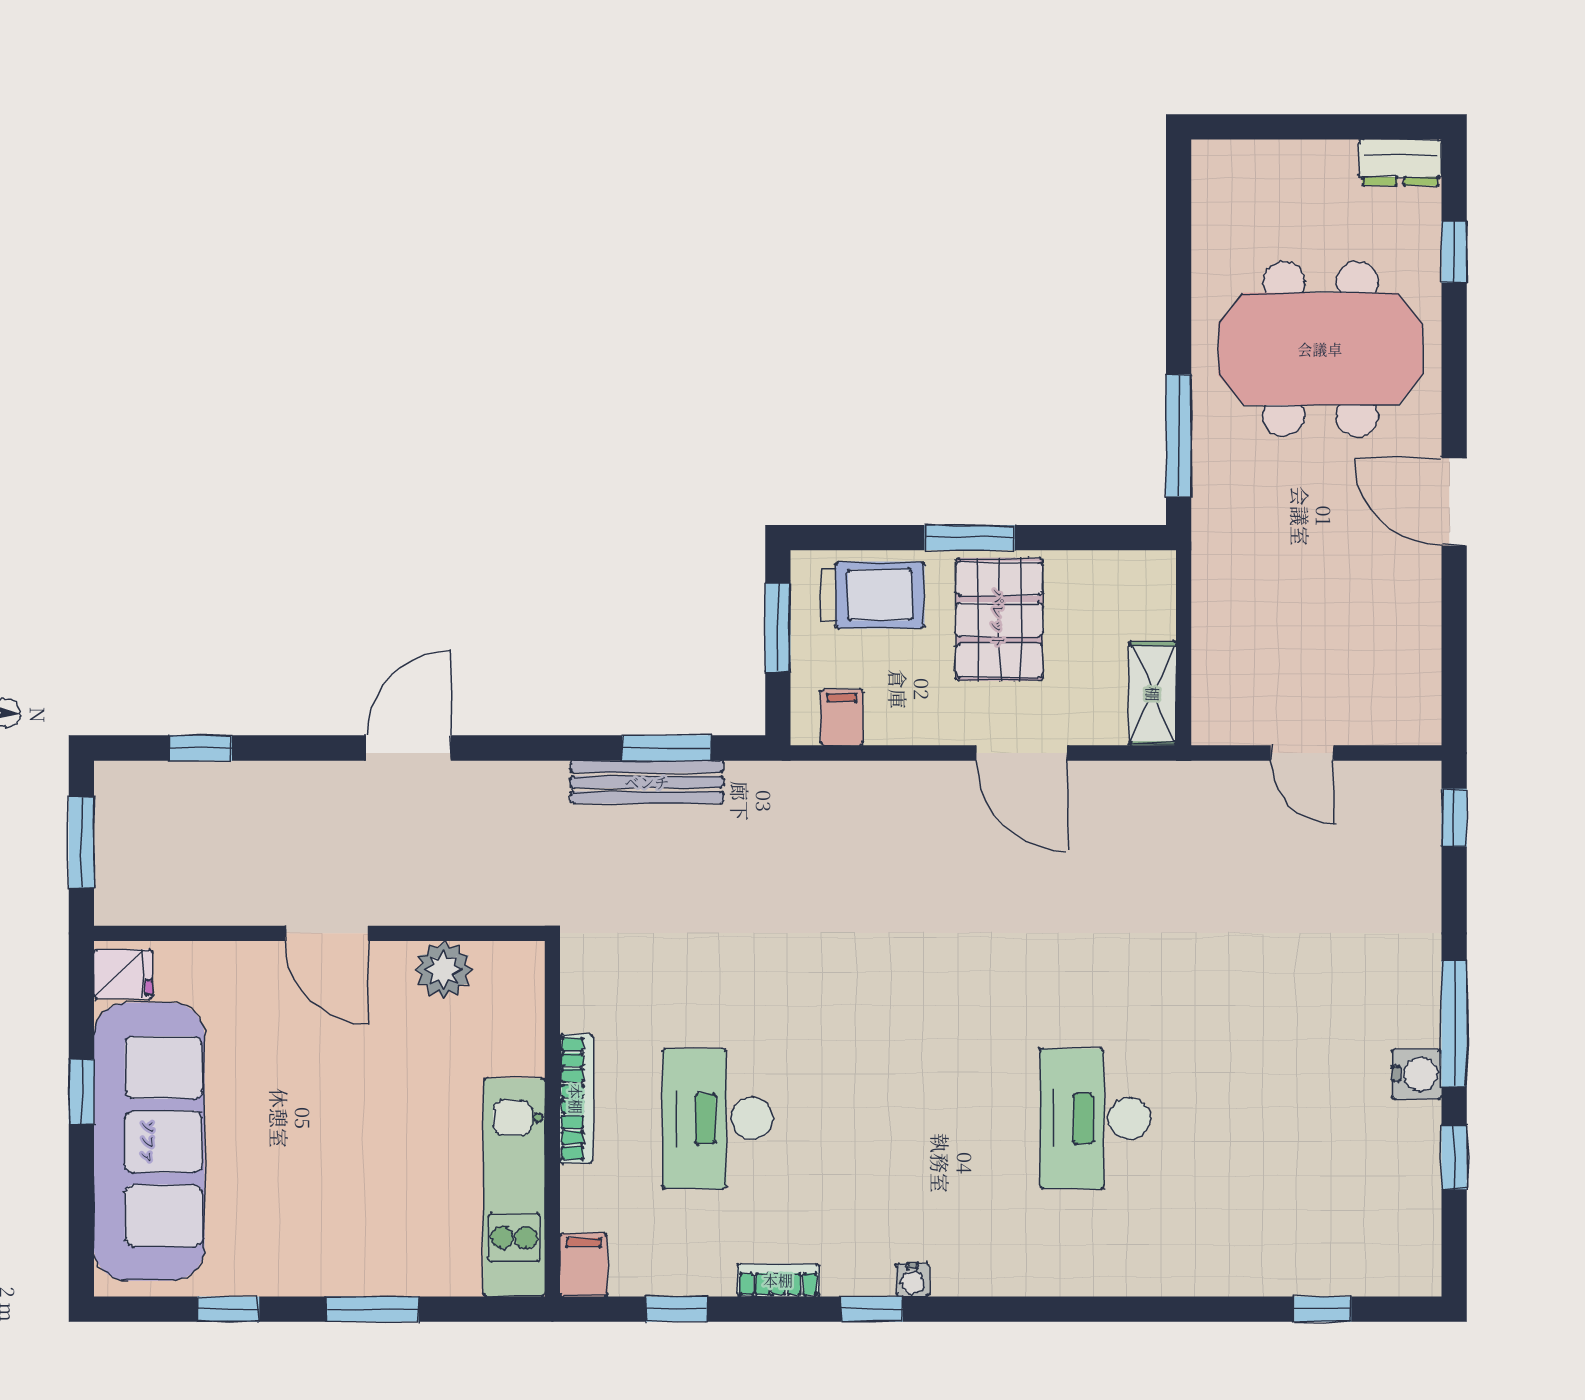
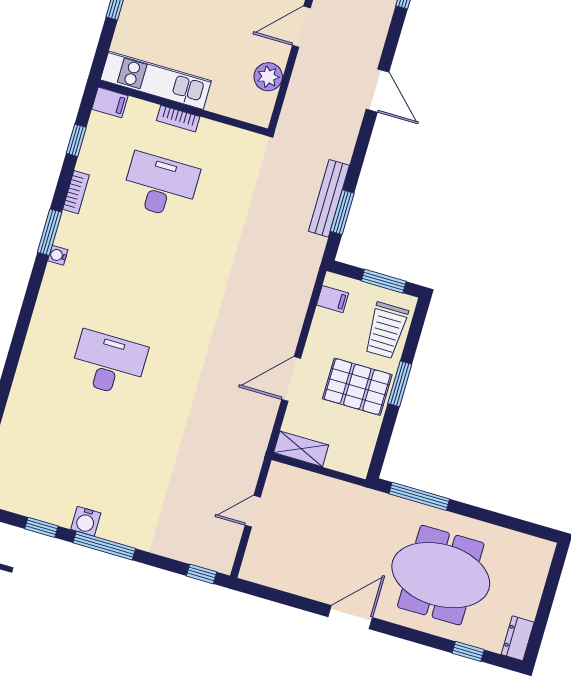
meeting table: (1320, 349) -> (441, 575), turned 90
bookcase: (576, 1099) -> (178, 119), width x0.64
window: (872, 1309) -> (50, 232), width x1.50

